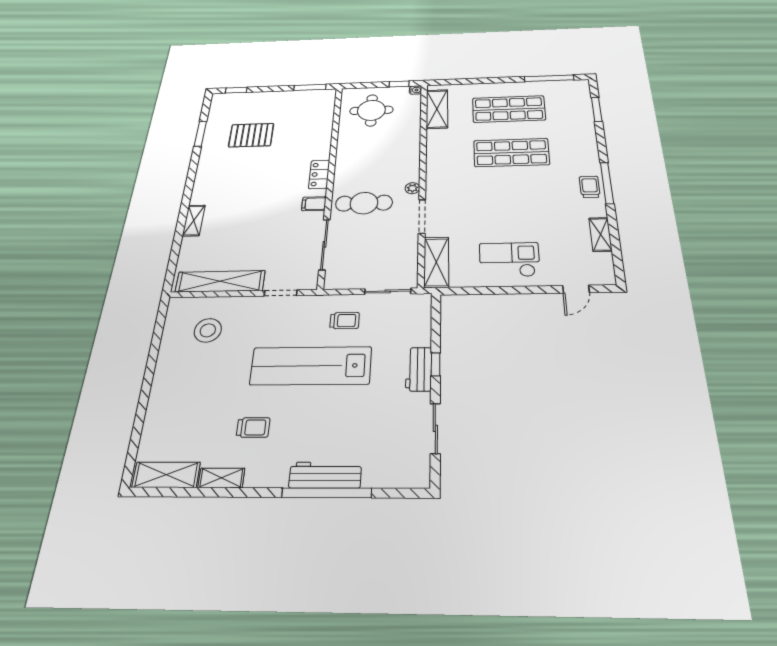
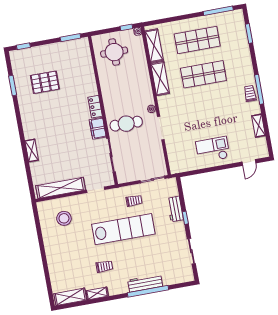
filing cabinet: (314, 204) -> (98, 128), width x2.00
shelving: (436, 262) -> (160, 79), moved
lab bench: (311, 366) -> (123, 229), turned 180
workbench: (419, 369) -> (175, 209), moved

